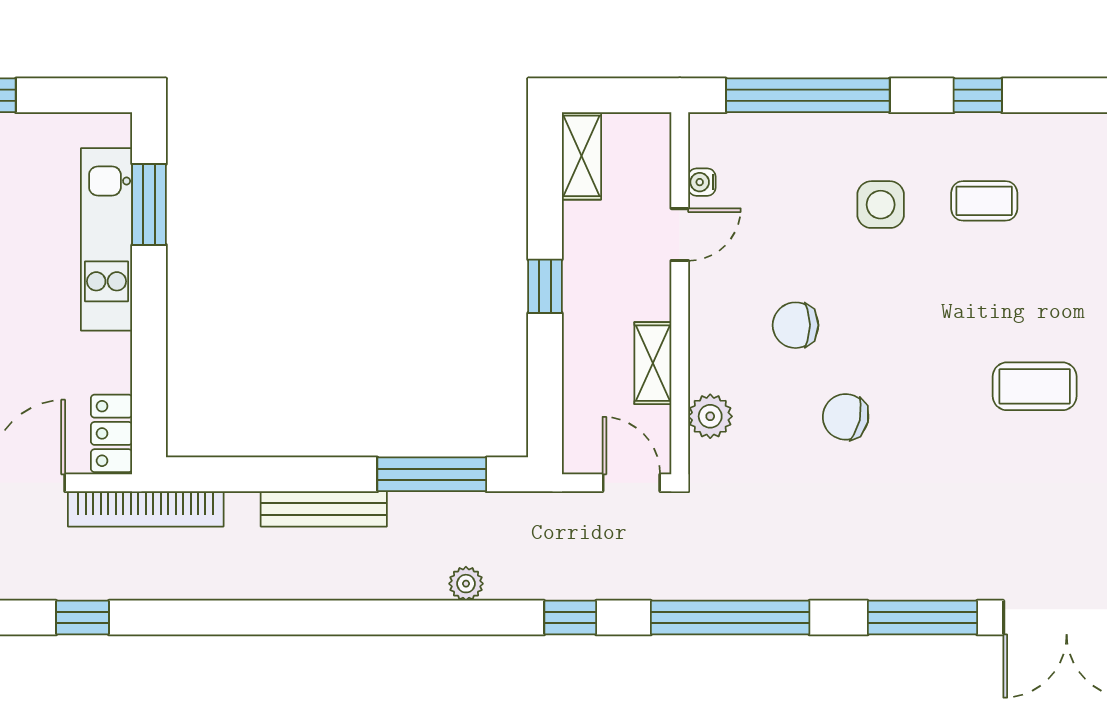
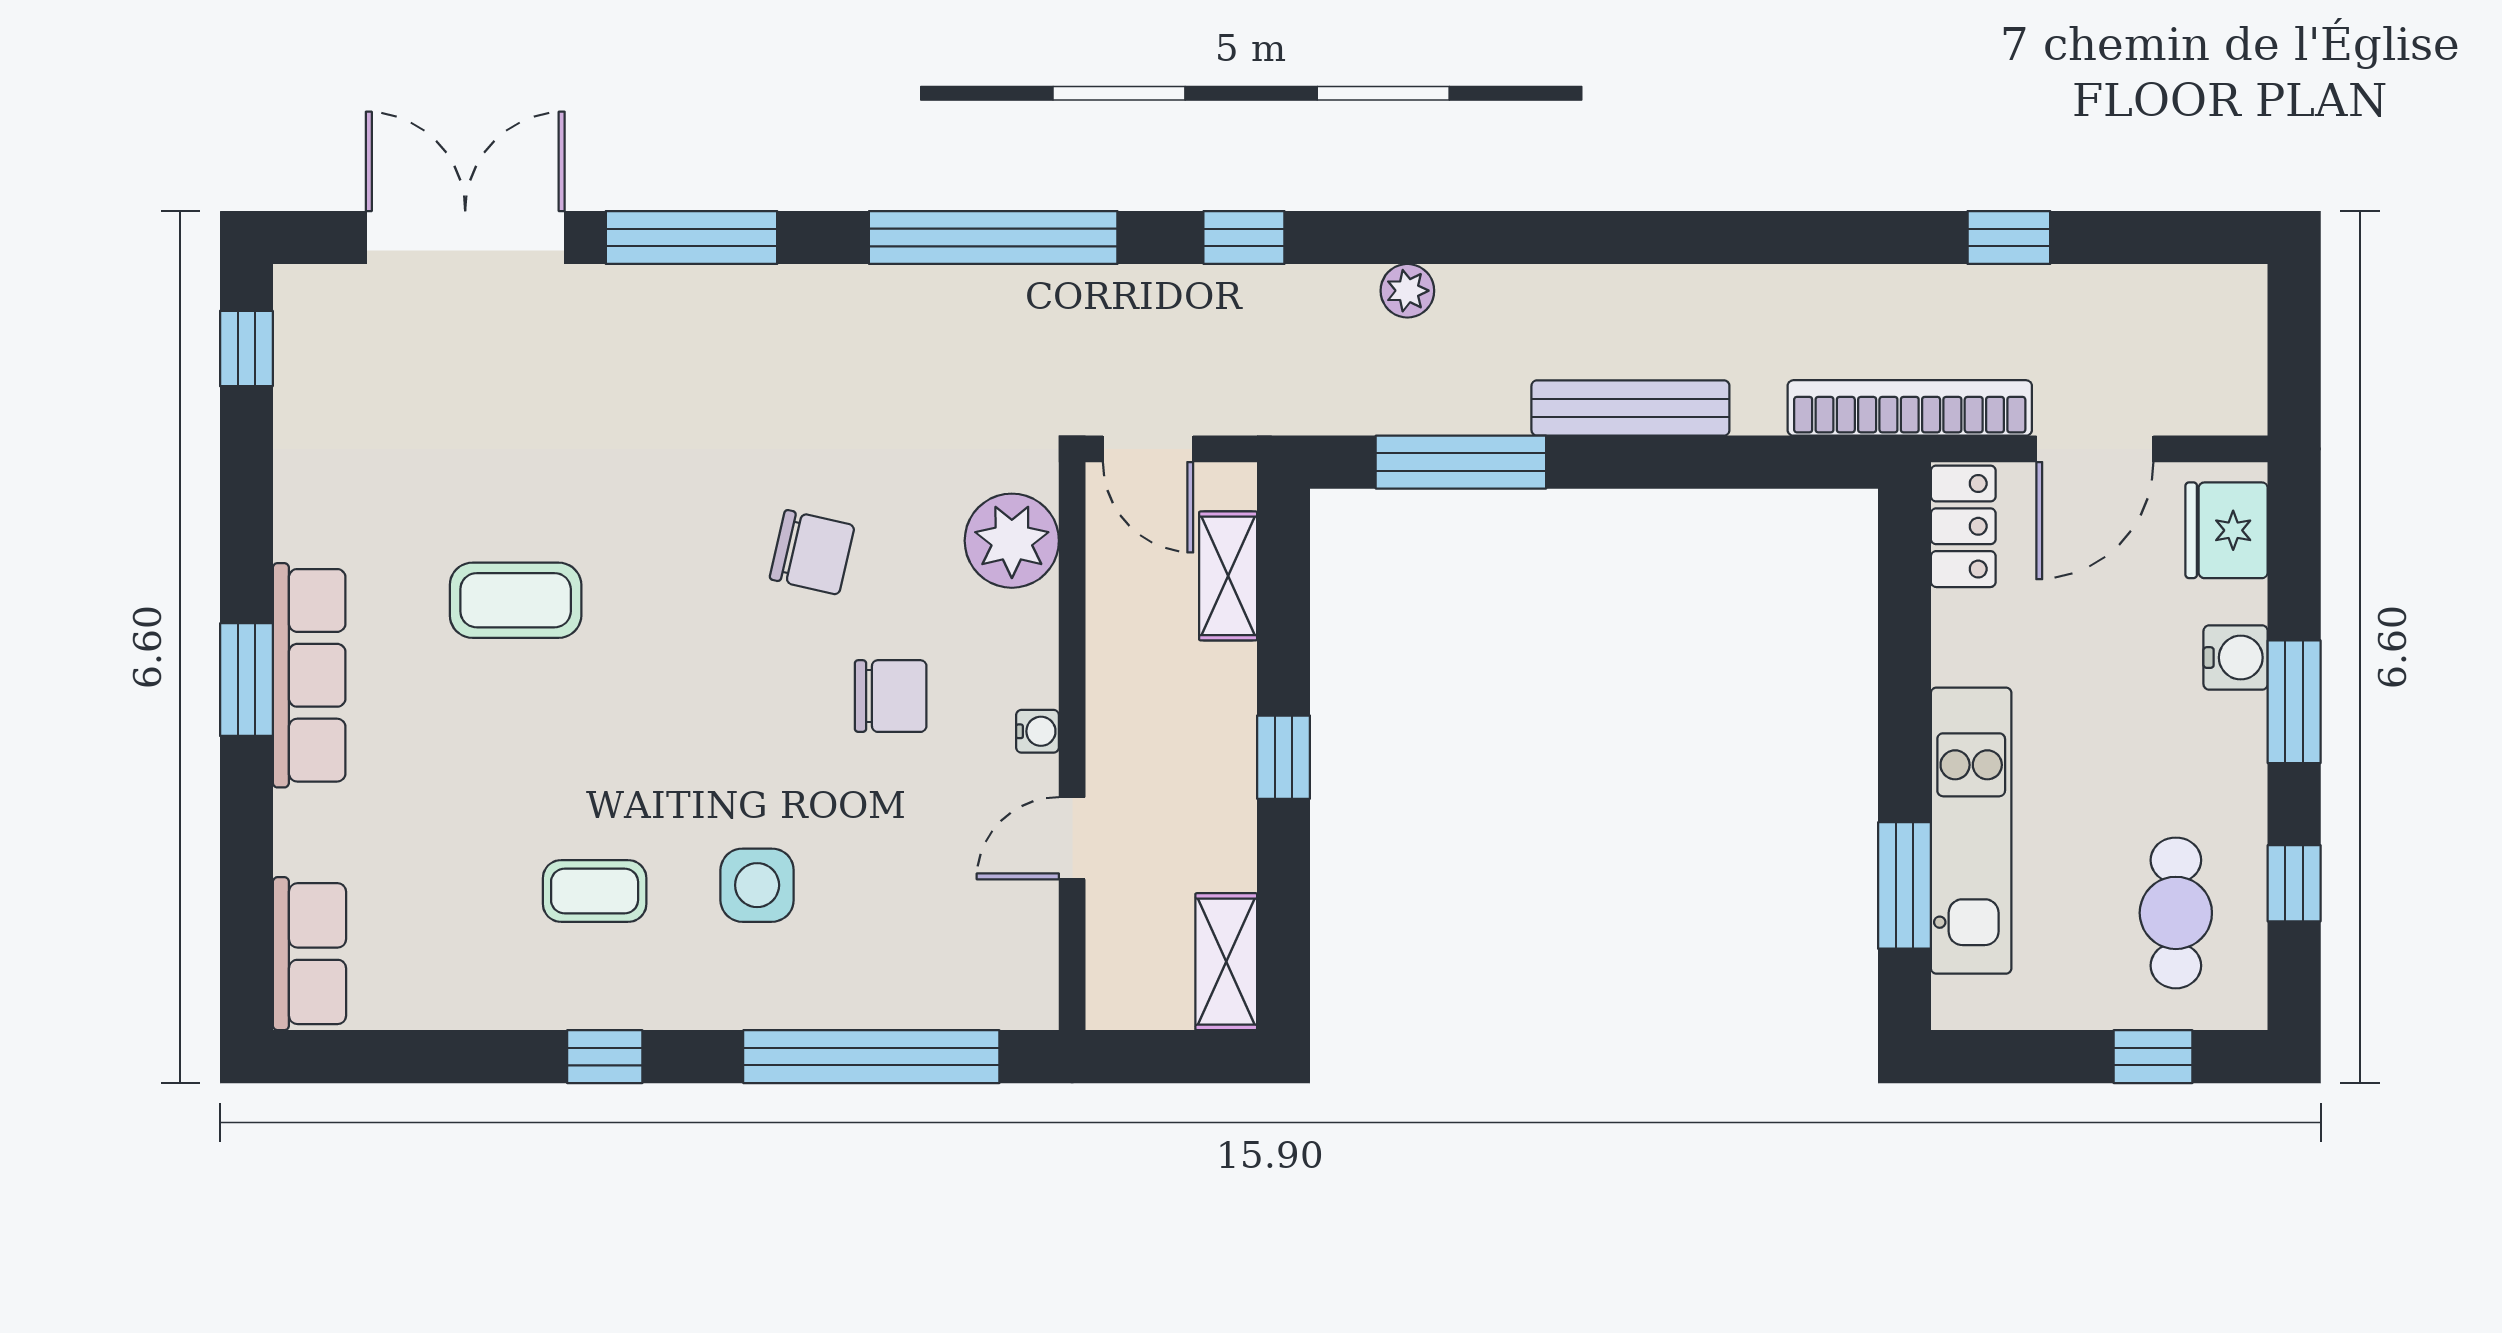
water cooler: (702, 182) -> (1037, 731), moved
shelving: (653, 363) -> (1228, 576), moved
plant: (710, 416) -> (1012, 541), width x1.36, depth x1.36

